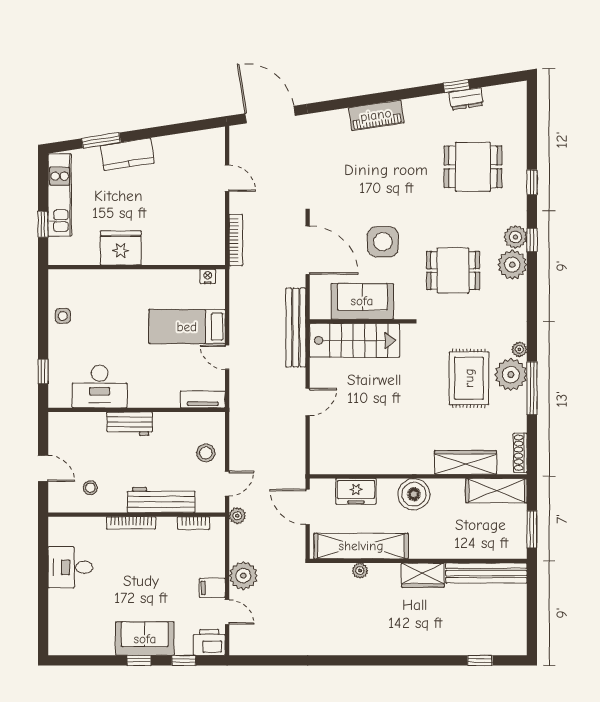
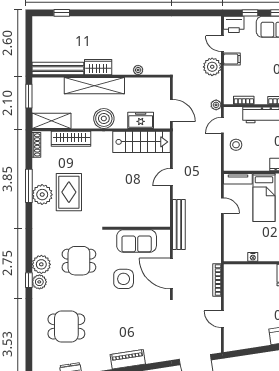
window: (532, 182) -> (29, 317), removed
nightstand: (208, 276) -> (253, 257), moved
bed: (187, 327) -> (264, 197), moved, turned 90
stairs: (355, 340) -> (142, 142), moved, turned 180
plant: (519, 349) -> (37, 211), removed
shelving: (361, 546) -> (94, 86), moved

